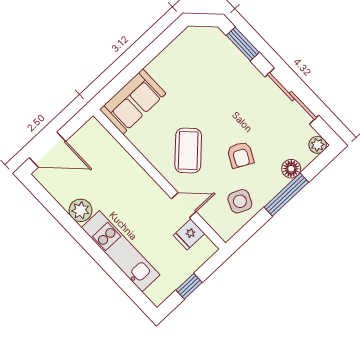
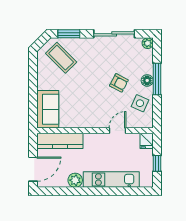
kitchen counter: (109, 150) -> (60, 141), added
coffee table: (188, 150) -> (61, 58), moved
floor lamp: (291, 169) -> (147, 80), moved
fridge: (189, 234) -> (147, 141), moved

